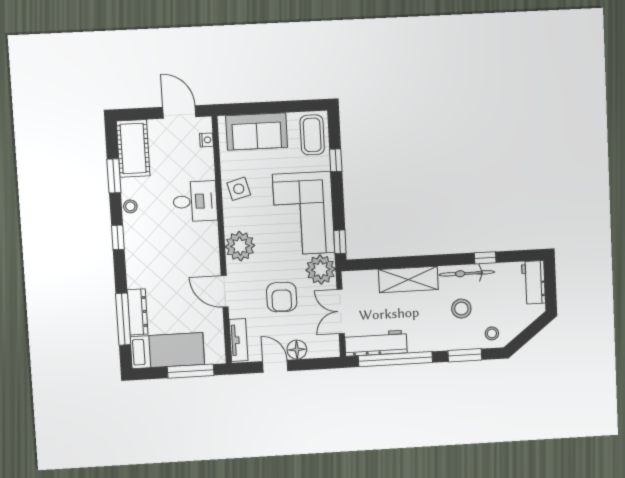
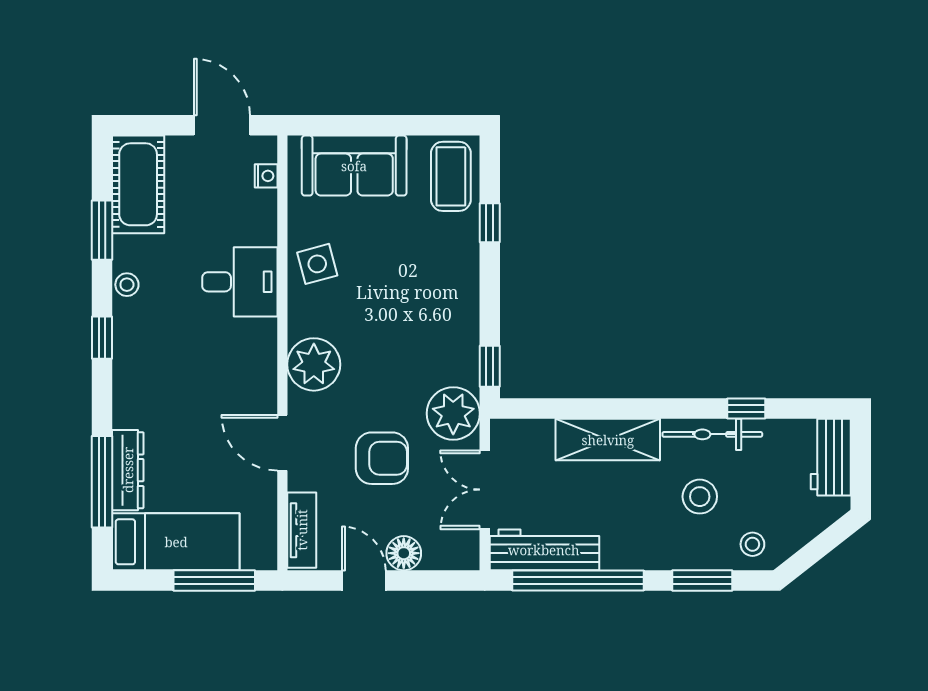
corner sofa: (304, 213) -> (429, 313), removed
armchair: (282, 297) -> (382, 458), turned -90

